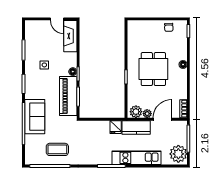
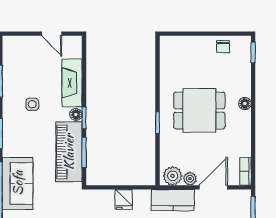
fireplace: (70, 36) -> (72, 83), moved
dining table: (153, 69) -> (199, 111), turned 90
fridge: (116, 127) -> (124, 199), moved

